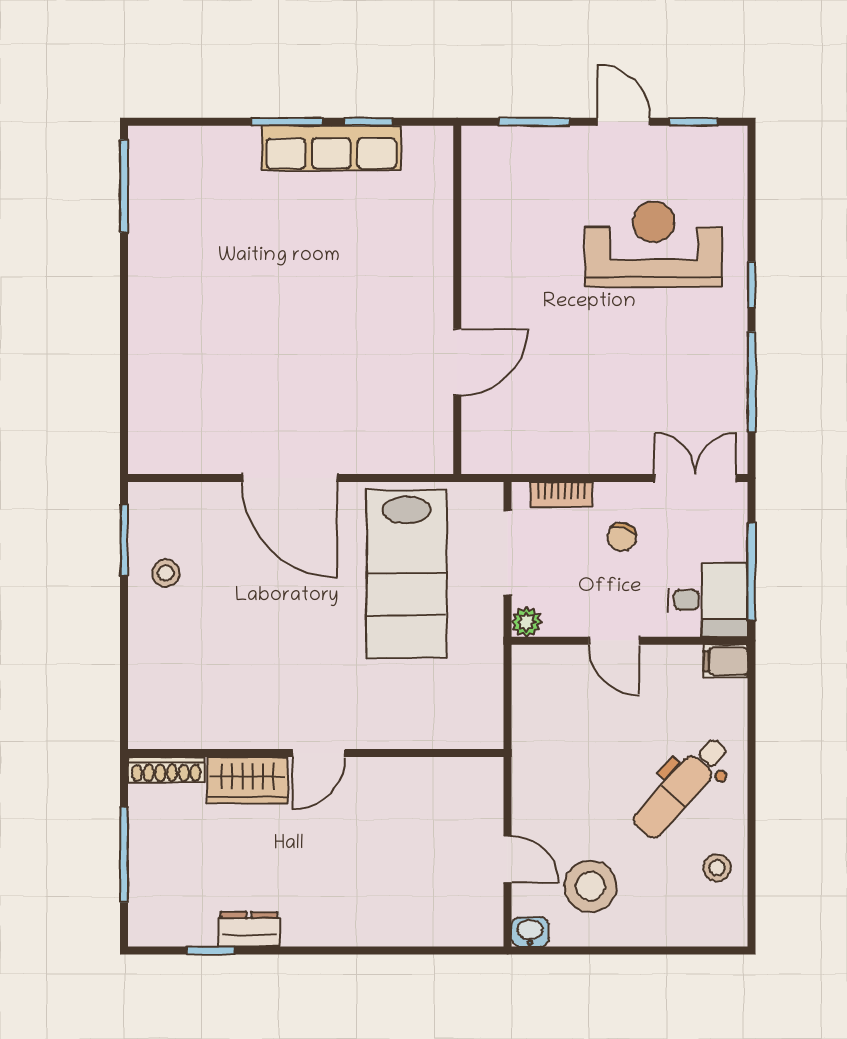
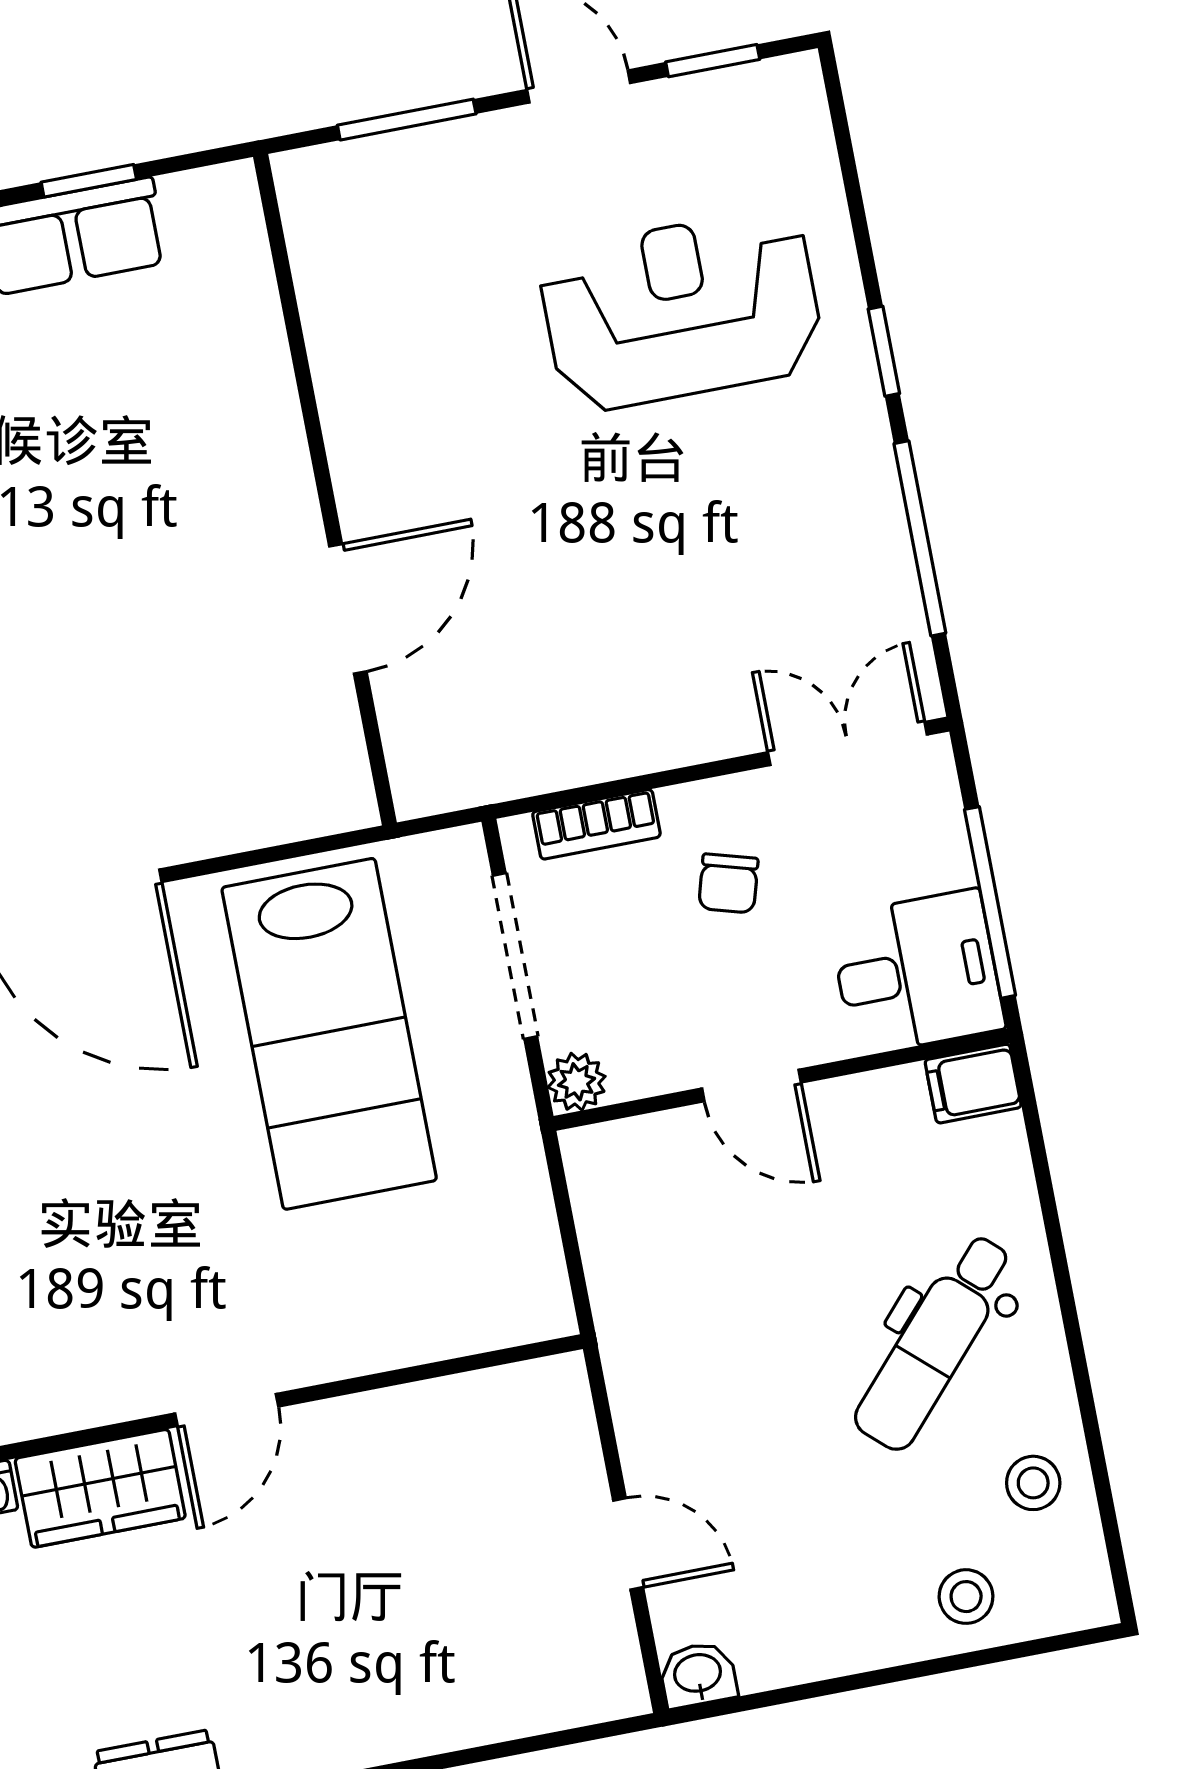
stool: (590, 886) -> (966, 1597), moved, width x0.53, depth x0.53

